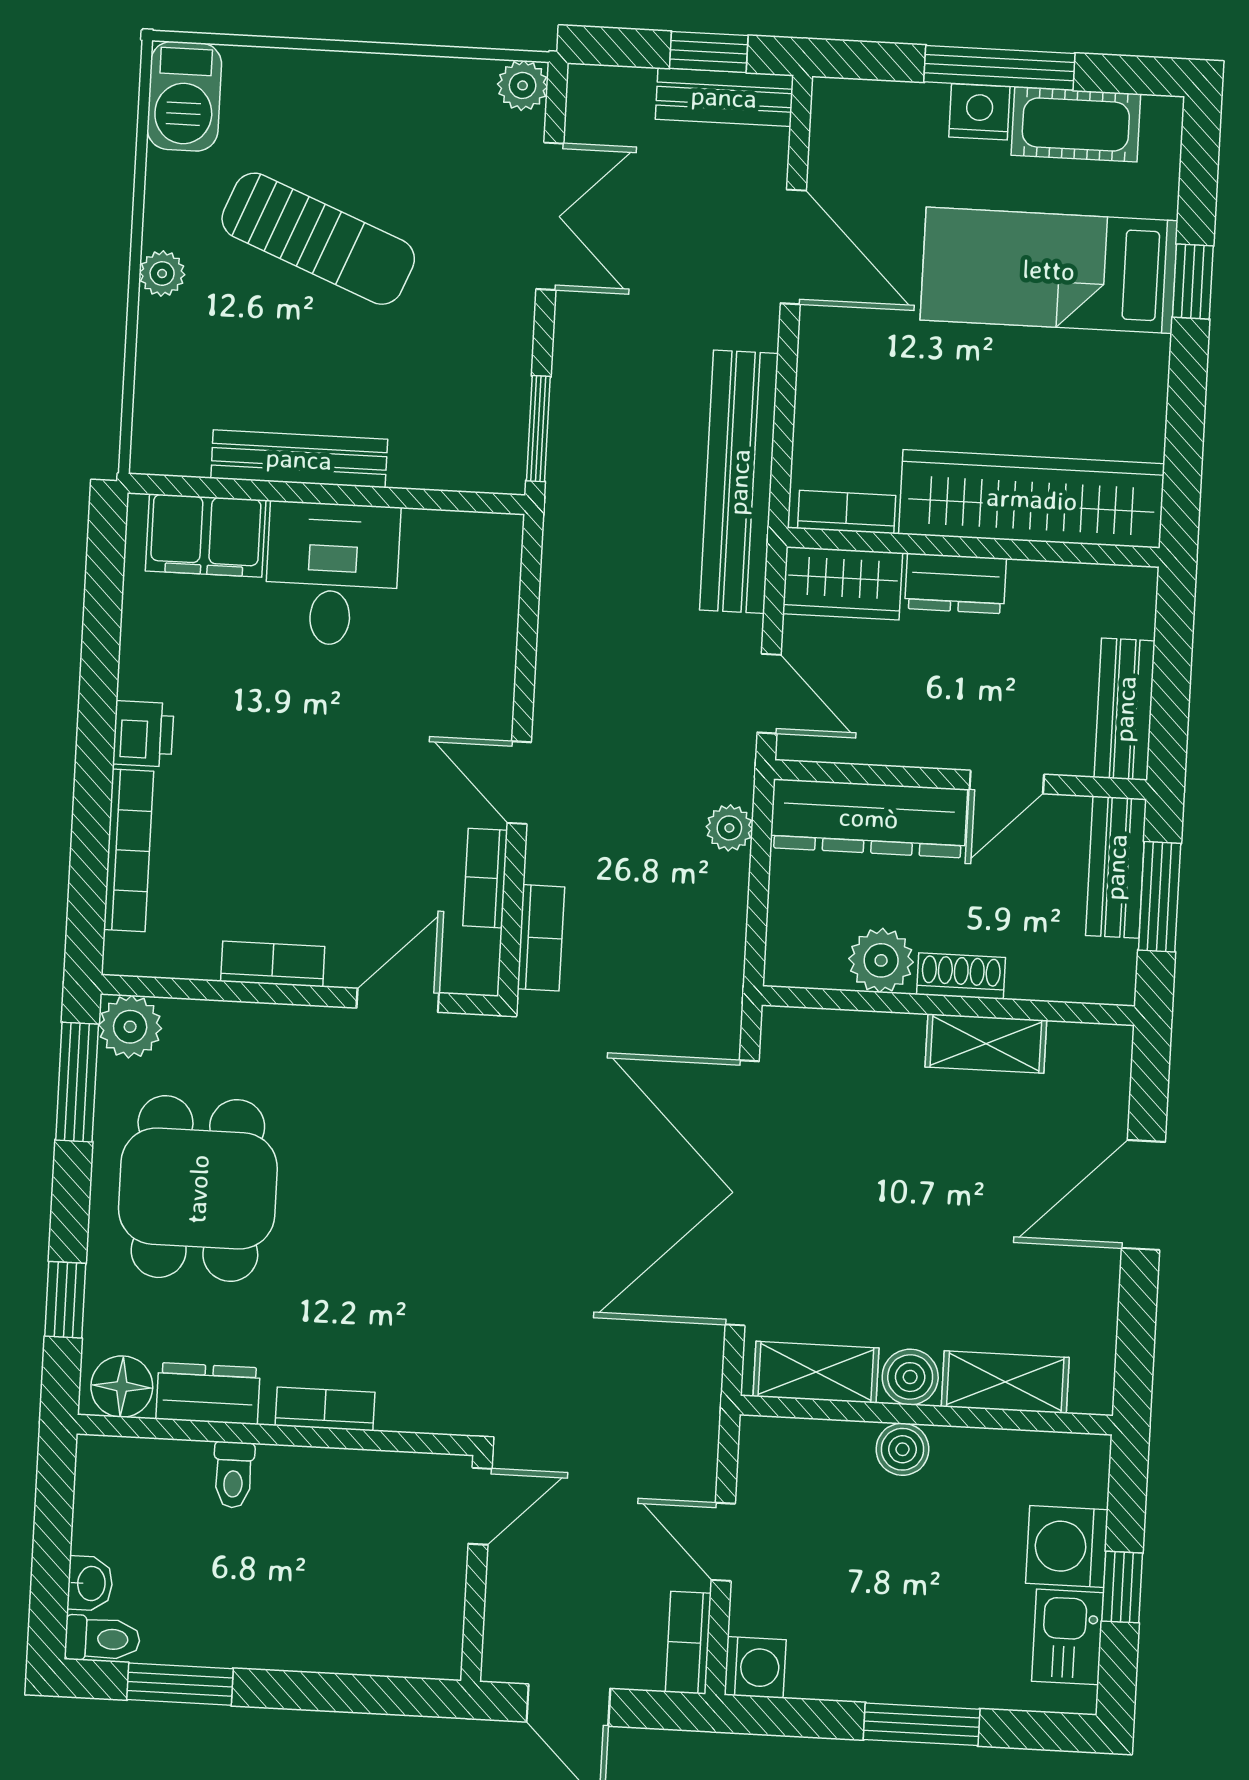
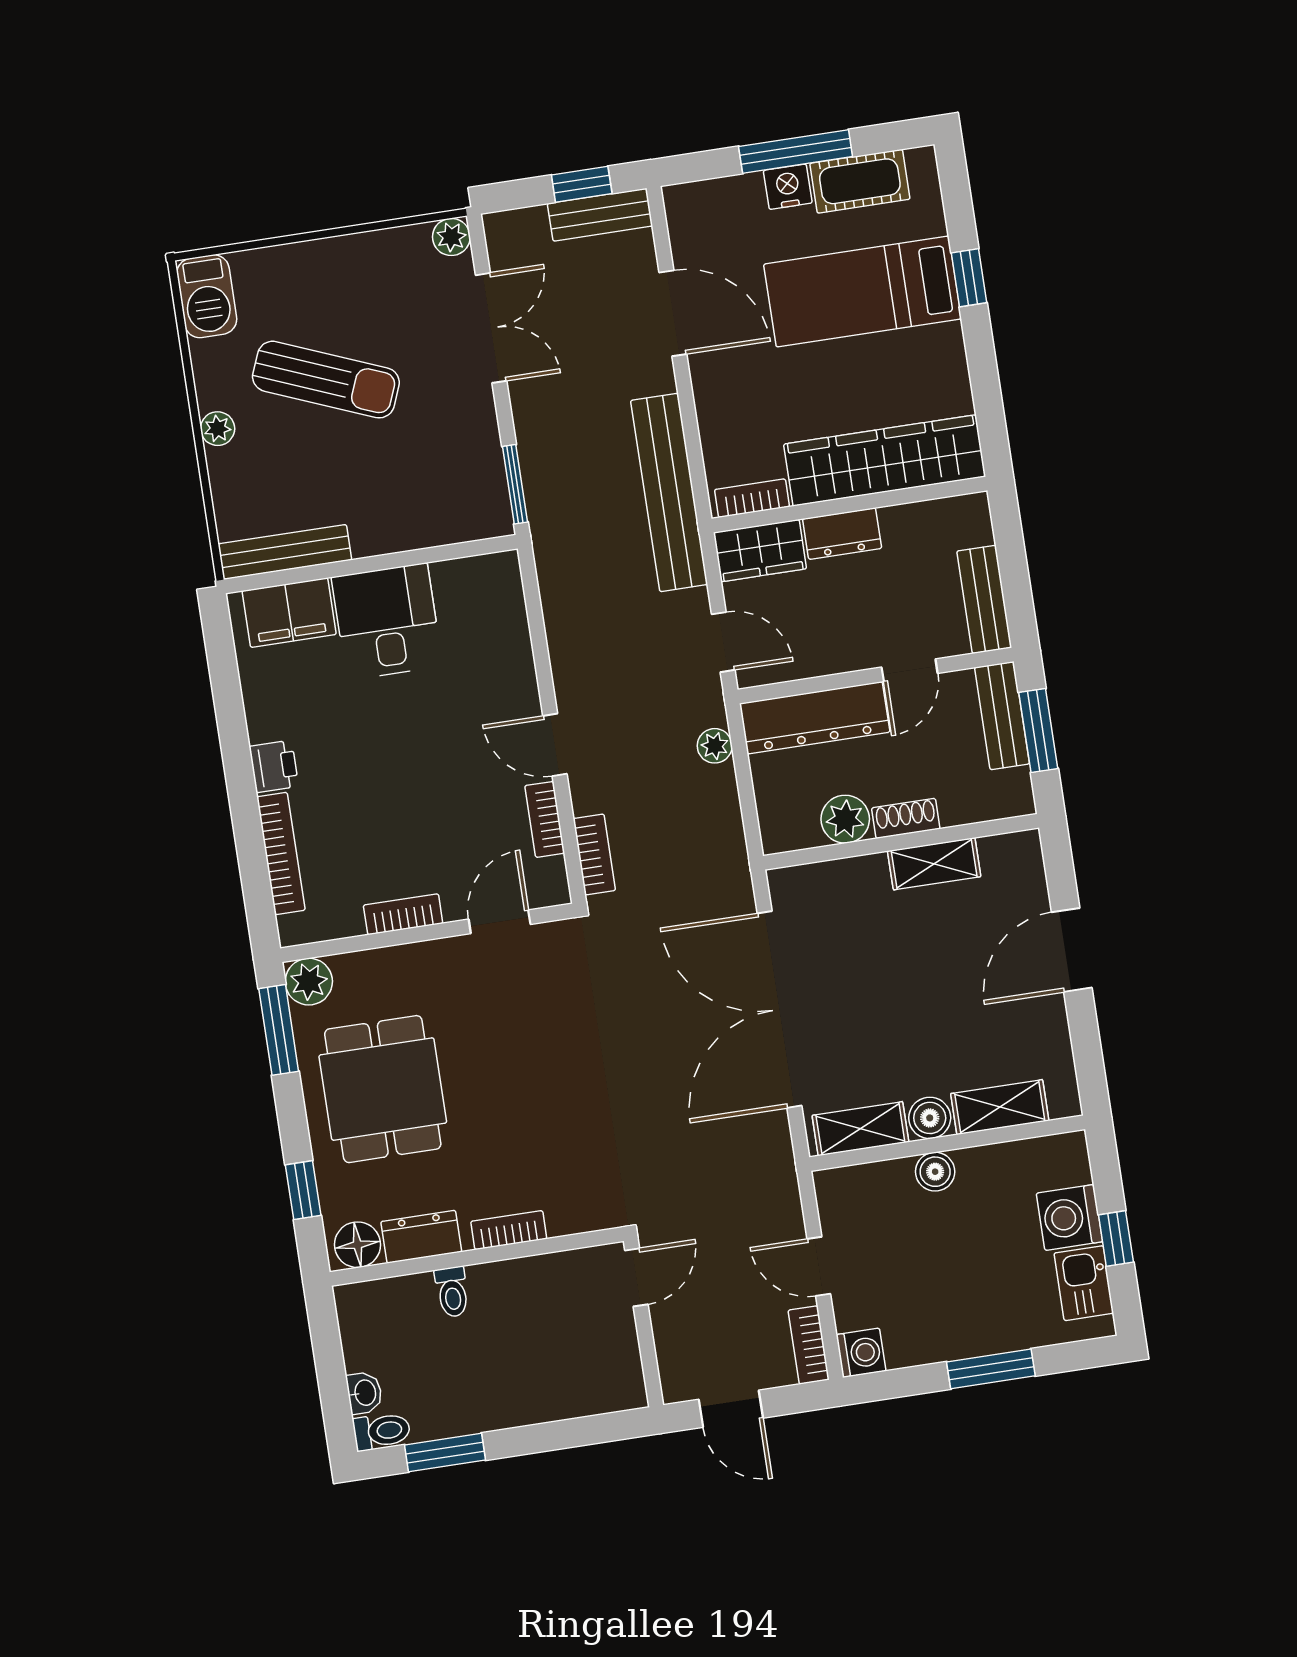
bench: (299, 459) -> (285, 552), moved

